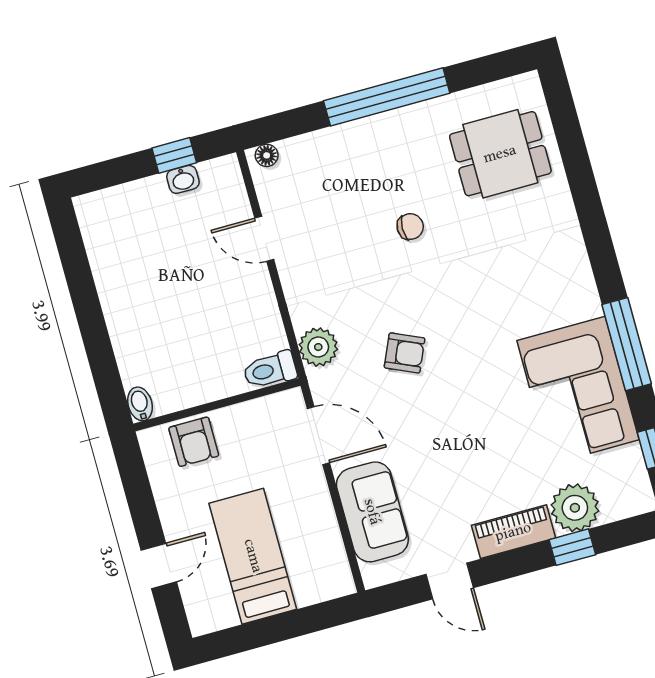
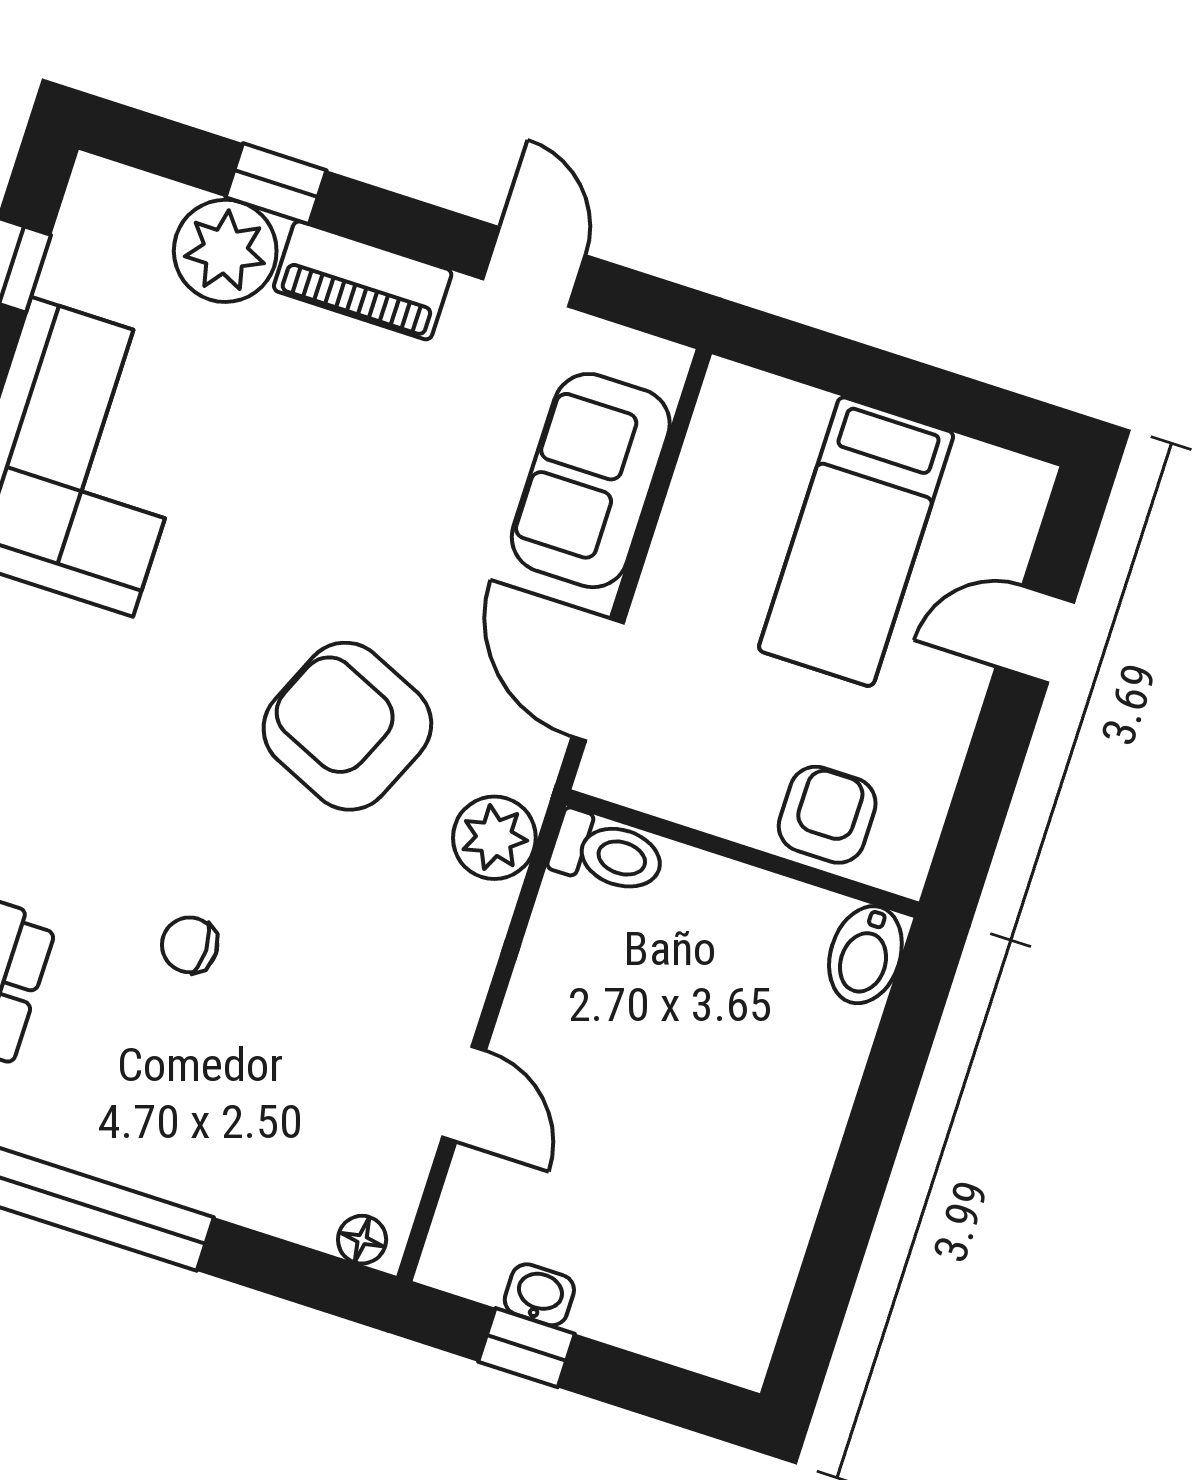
armchair: (405, 353) -> (347, 726), width x1.88, depth x1.88
bidet: (140, 404) -> (865, 955), width x1.38, depth x1.36

